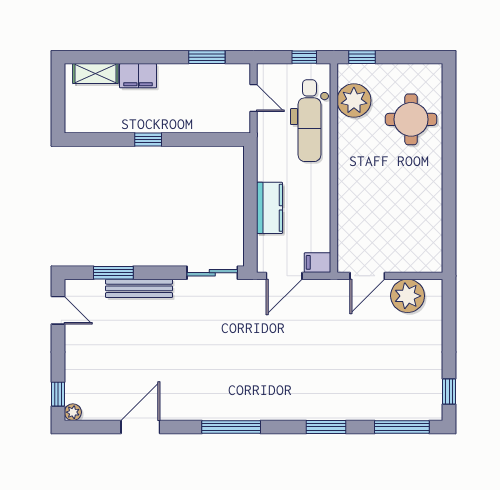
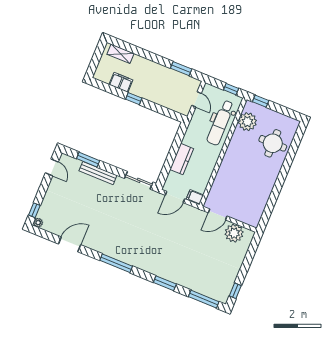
filing cabinet: (138, 76) -> (121, 82), moved, turned 180

